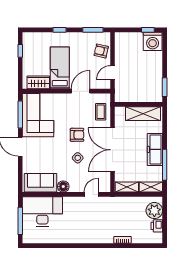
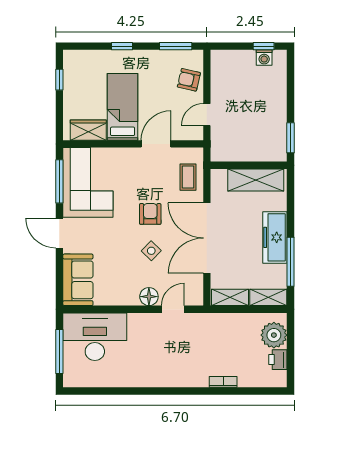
washing machine: (153, 41) -> (264, 58), width x0.53, depth x0.53
armchair: (77, 135) -> (150, 214), turned -90
sofa: (40, 183) -> (78, 280), moved, turned 90
floor lamp: (63, 186) -> (149, 297), moved

